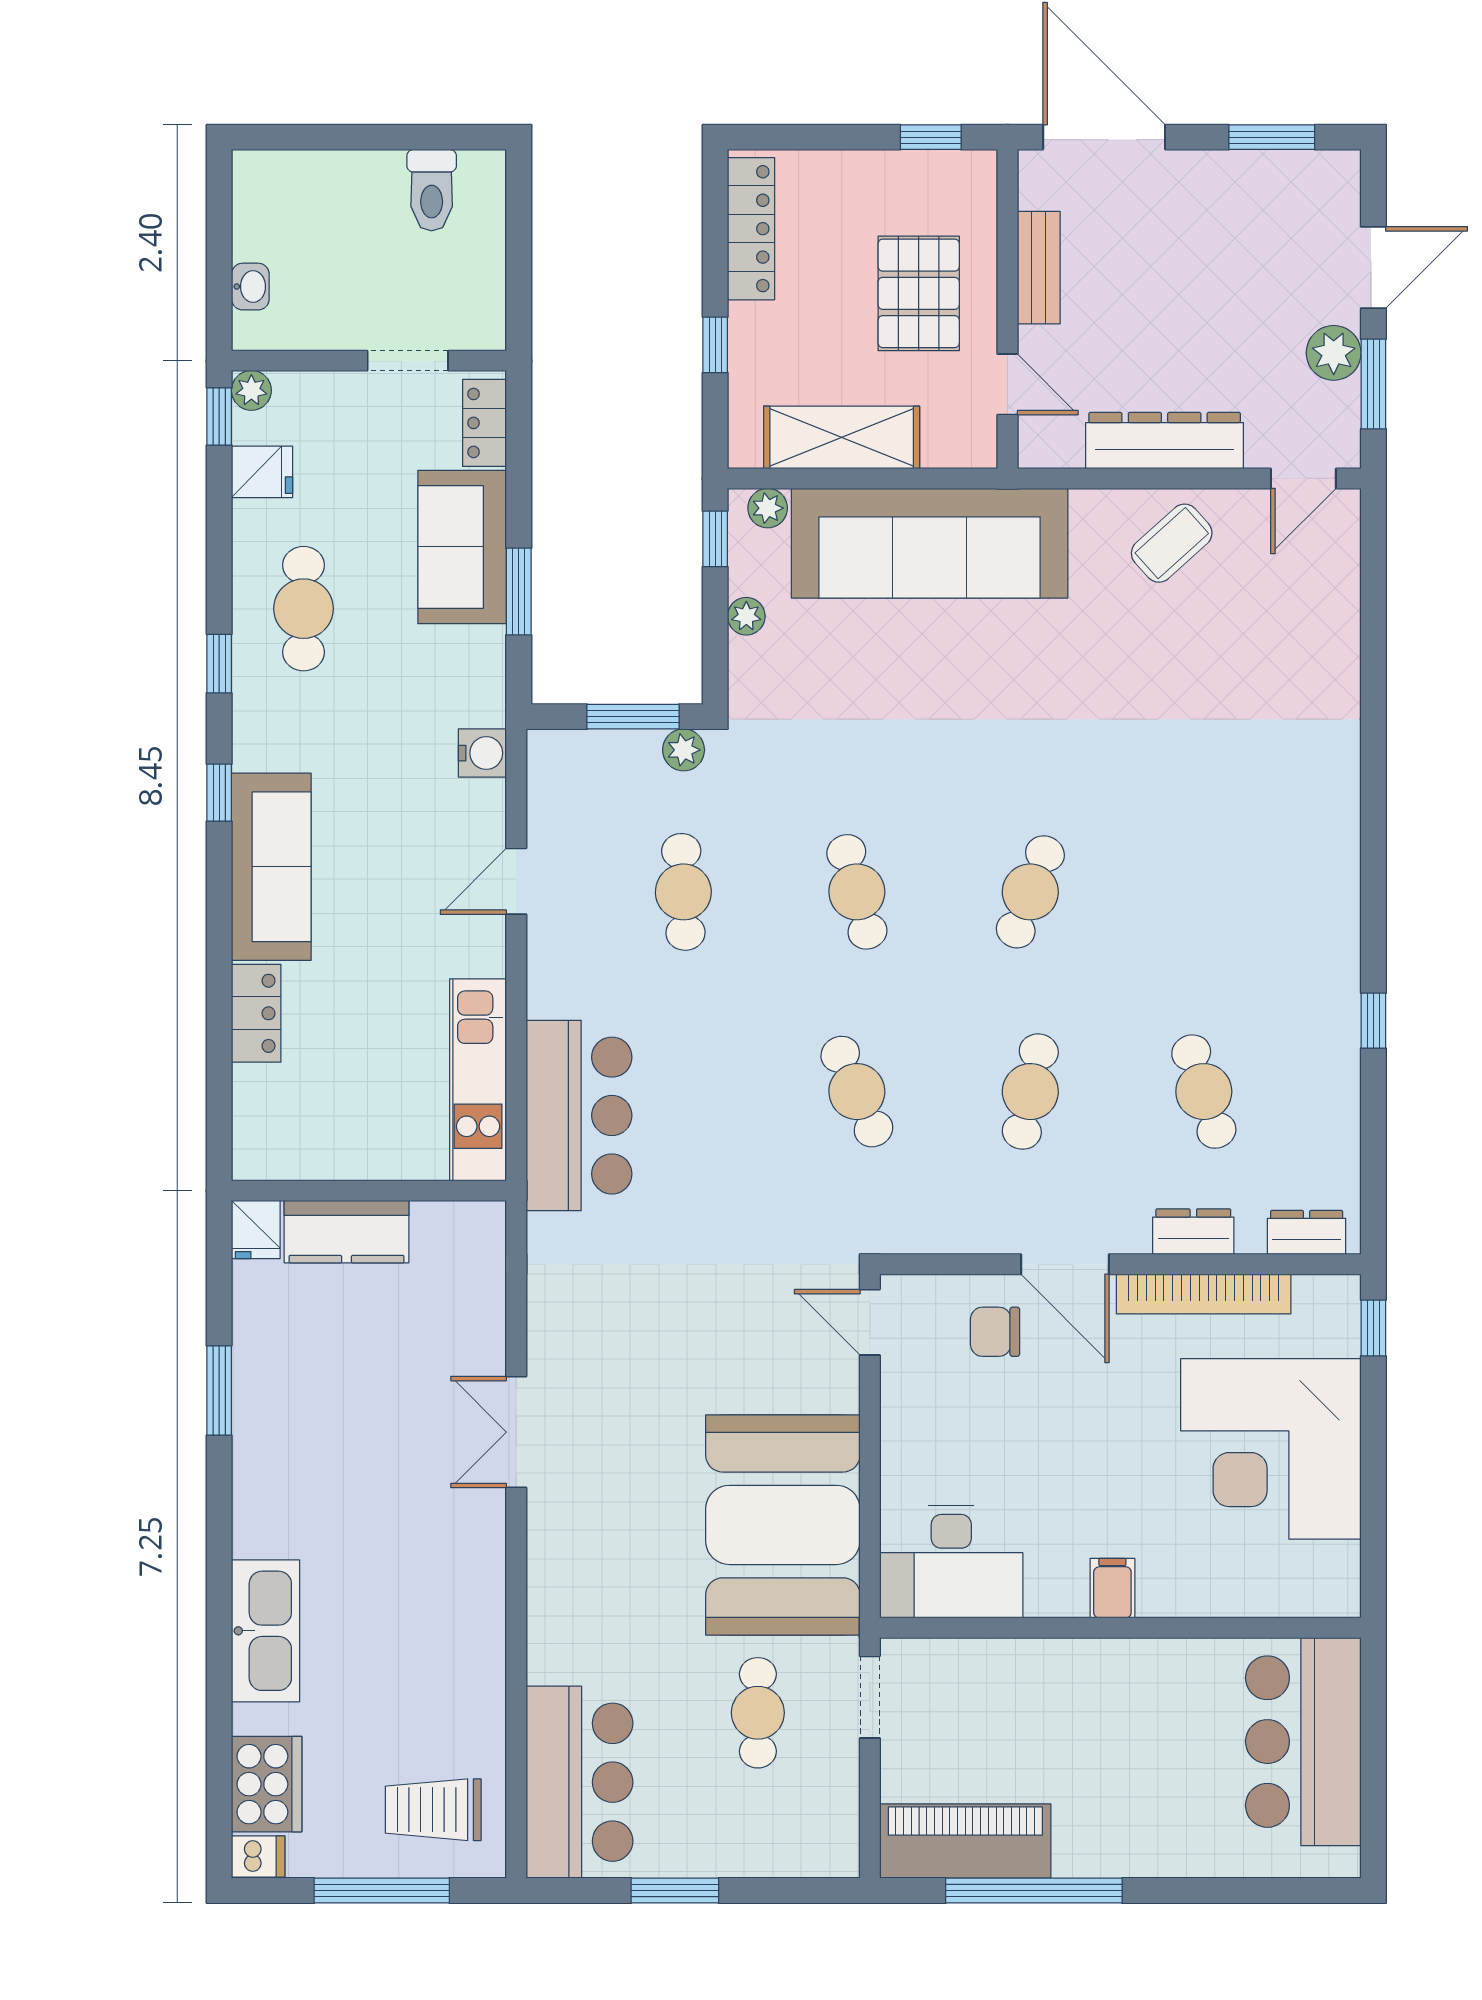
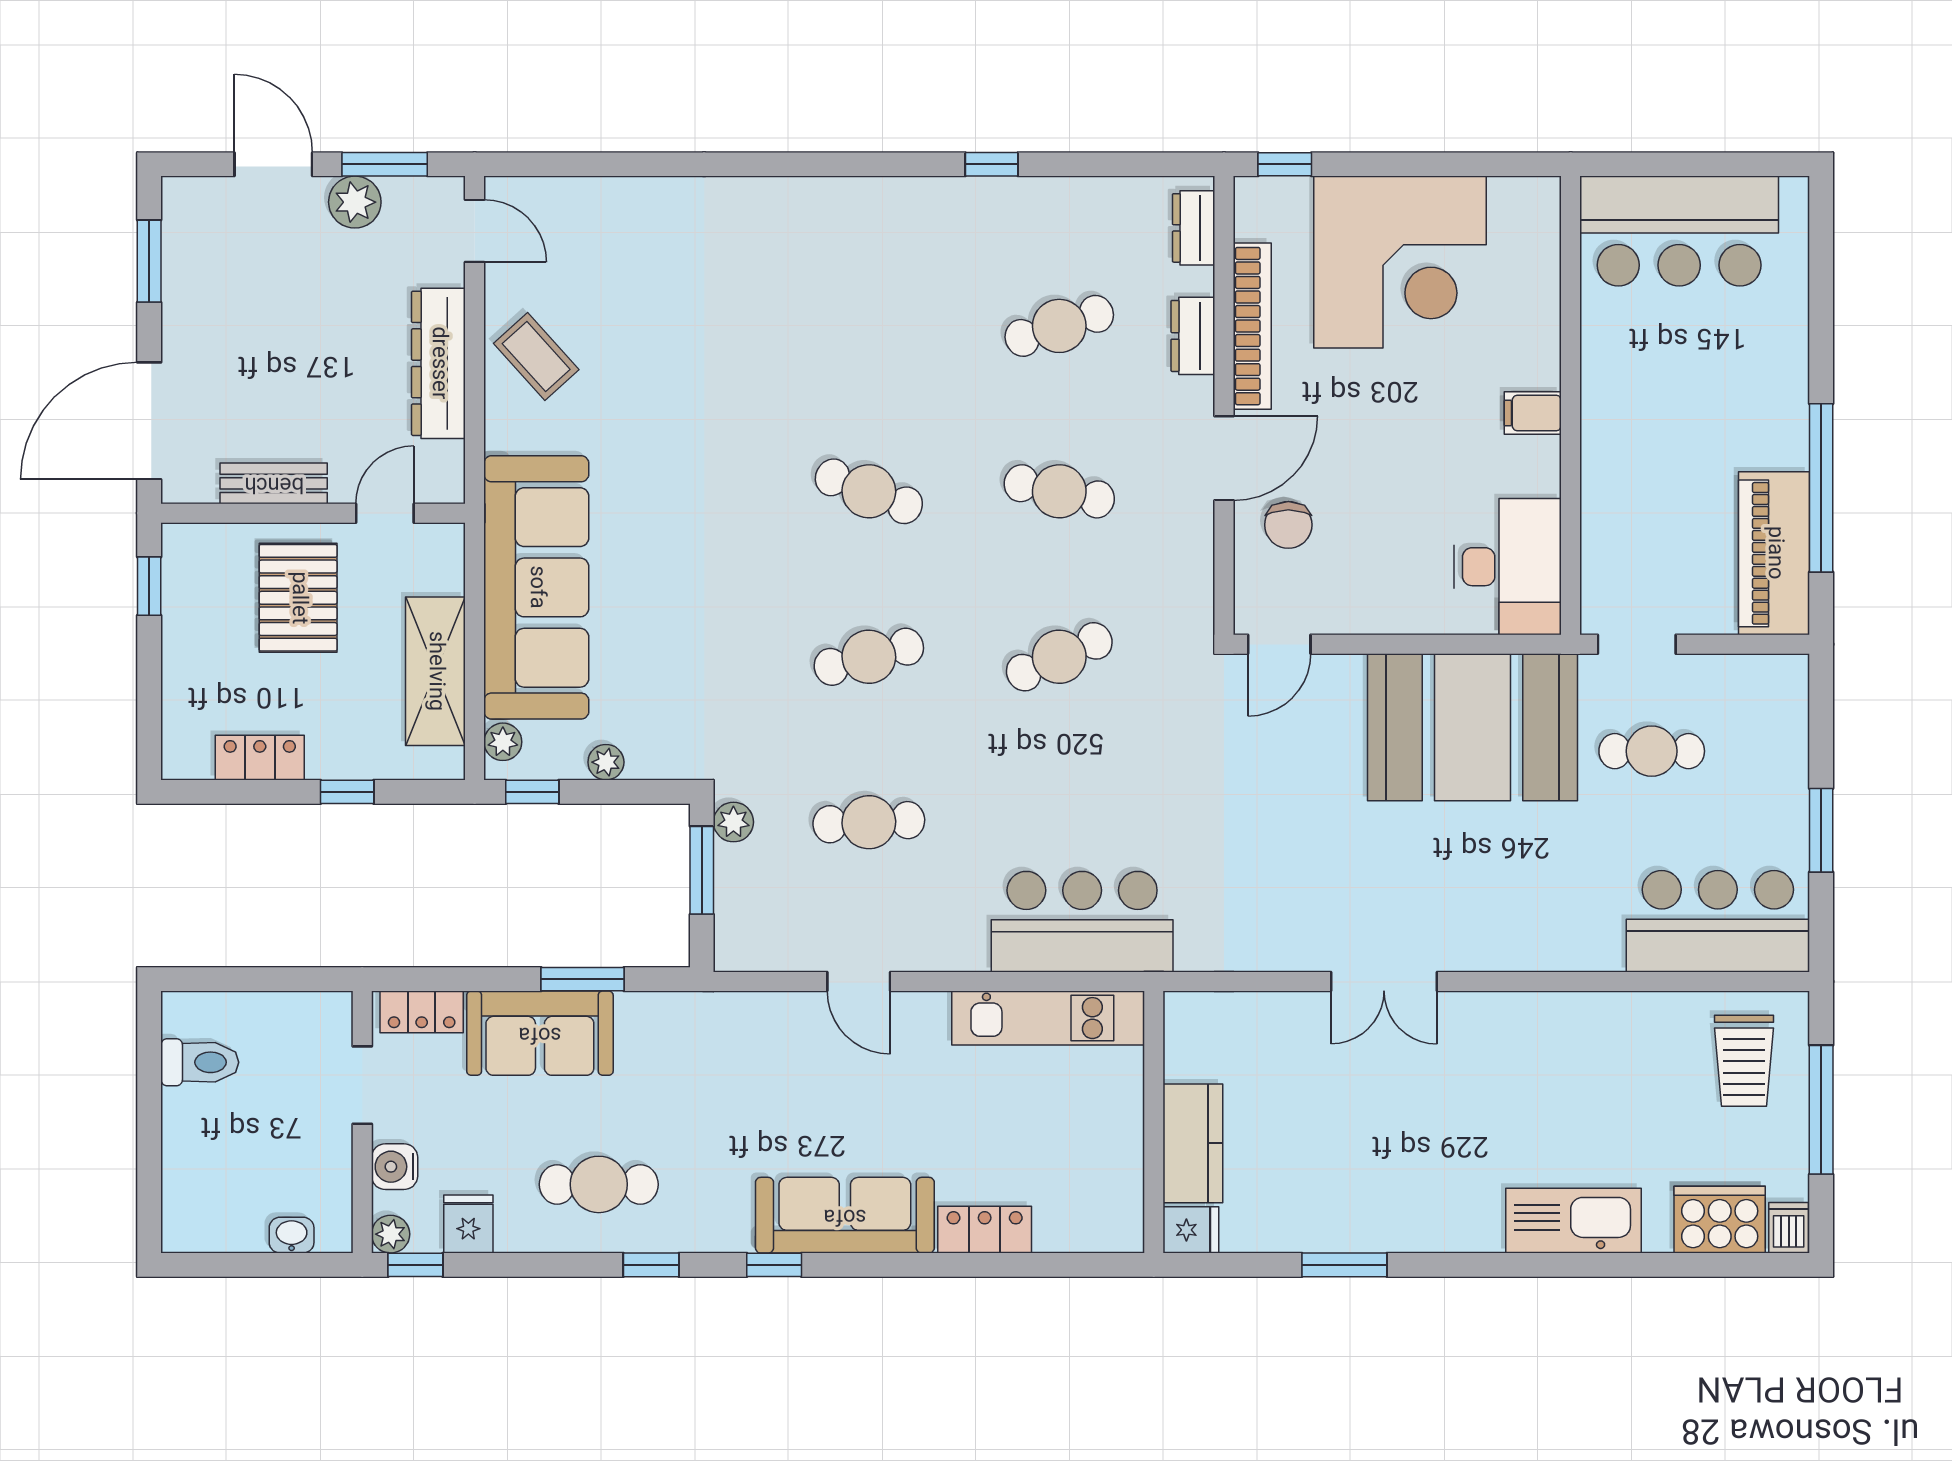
locker: (751, 229) -> (260, 758), width x0.66
pallet: (919, 293) -> (298, 598), turned 90
water cooler: (482, 753) -> (395, 1167), moved, turned -90

